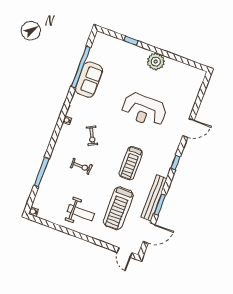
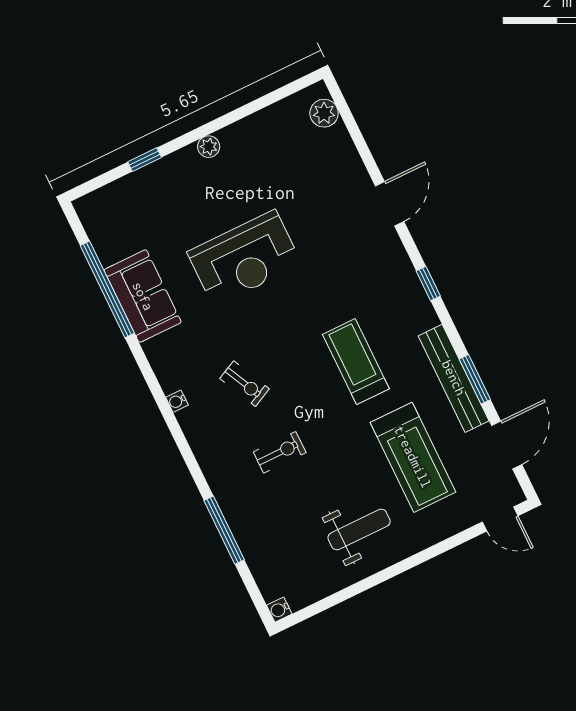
plant: (156, 62) -> (209, 147), width x0.53, depth x0.53
plant: (197, 82) -> (324, 113), added
reception desk: (144, 110) -> (245, 258), moved
treadmill: (131, 163) -> (356, 362), turned 180

